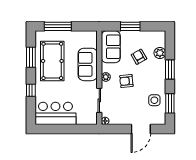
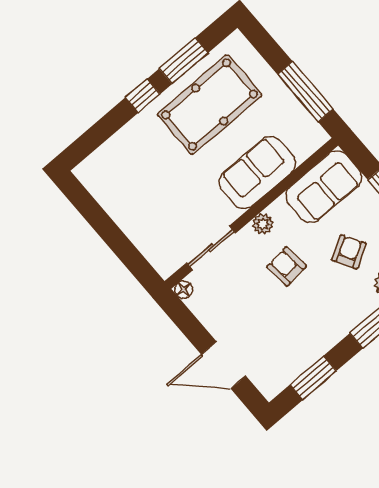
window: (58, 26) -> (305, 92), moved
window: (31, 90) -> (143, 96), moved
side table: (154, 100) -> (295, 345), removed
bar counter: (55, 113) -> (121, 190), removed

